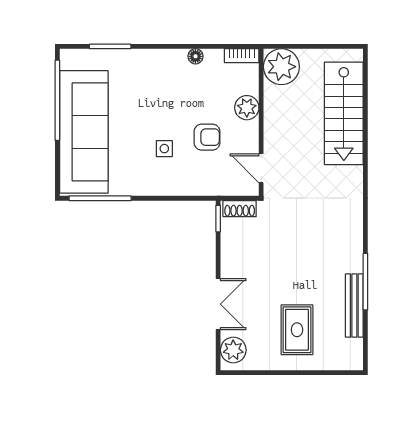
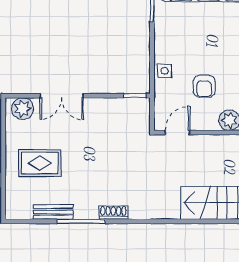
side table: (164, 149) -> (164, 71), moved
shoe rack: (240, 209) -> (113, 213), moved, turned 90
bench: (354, 306) -> (53, 212), width x0.73

